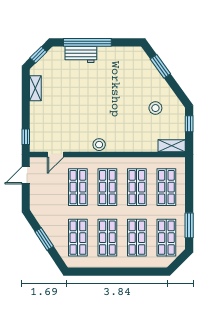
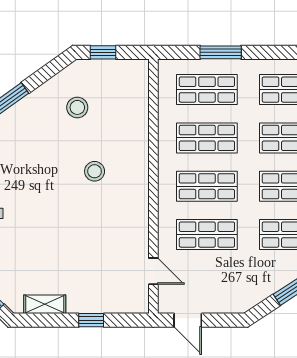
window: (26, 137) -> (91, 320), moved
stool: (99, 145) -> (95, 171), moved
shelving: (172, 146) -> (139, 81), removed
window: (189, 225) -> (221, 52), moved

